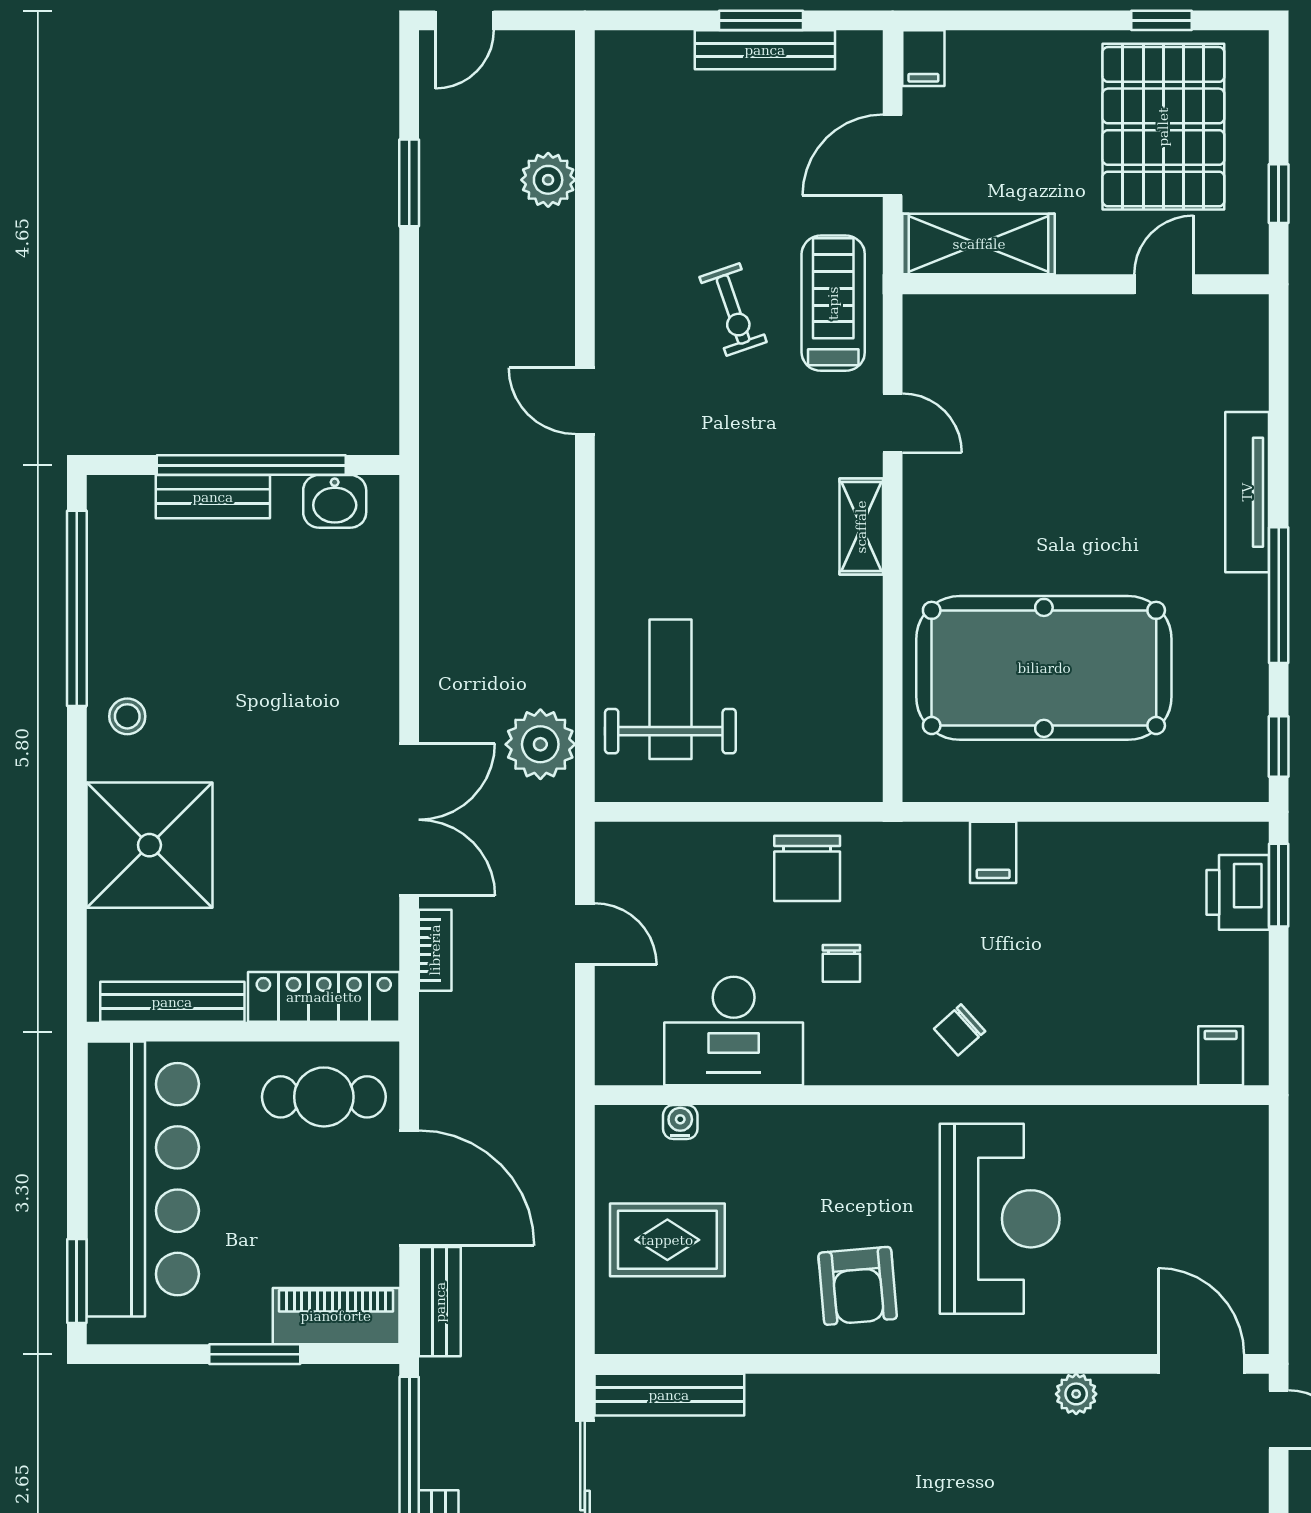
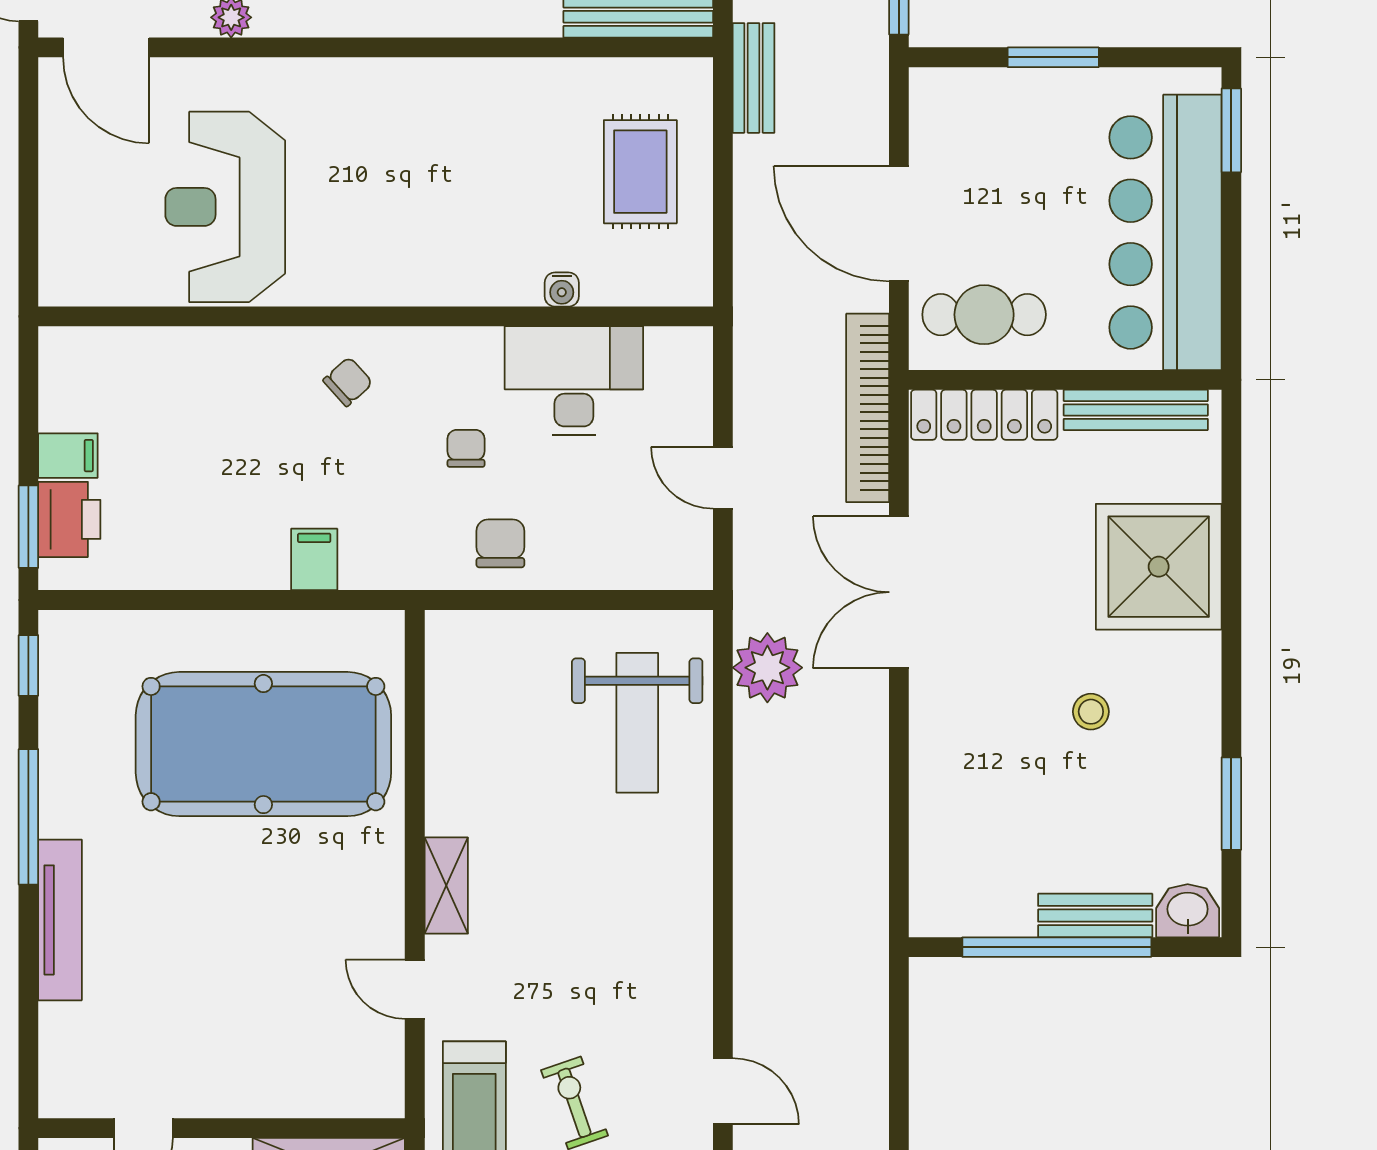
door: (585, 401) -> (723, 1091), moved
washbasin: (335, 501) -> (1188, 911), moved
window: (77, 608) -> (1231, 804), width x0.47
stool: (127, 716) -> (1091, 712), moved
chair: (807, 868) -> (500, 543), width x0.73, depth x0.73
bookcase: (435, 950) -> (868, 408), width x2.31, depth x1.31
filing cabinet: (1221, 1056) -> (68, 456), moved, turned -90
water cooler: (680, 1122) -> (562, 290), moved
reception desk: (1000, 1219) -> (225, 207), moved
rug: (667, 1240) -> (640, 172), turned 90
armchair: (858, 1286) -> (450, 126), removed
bench: (440, 1302) -> (753, 78), moved
piano: (336, 1316) -> (972, 95), removed

